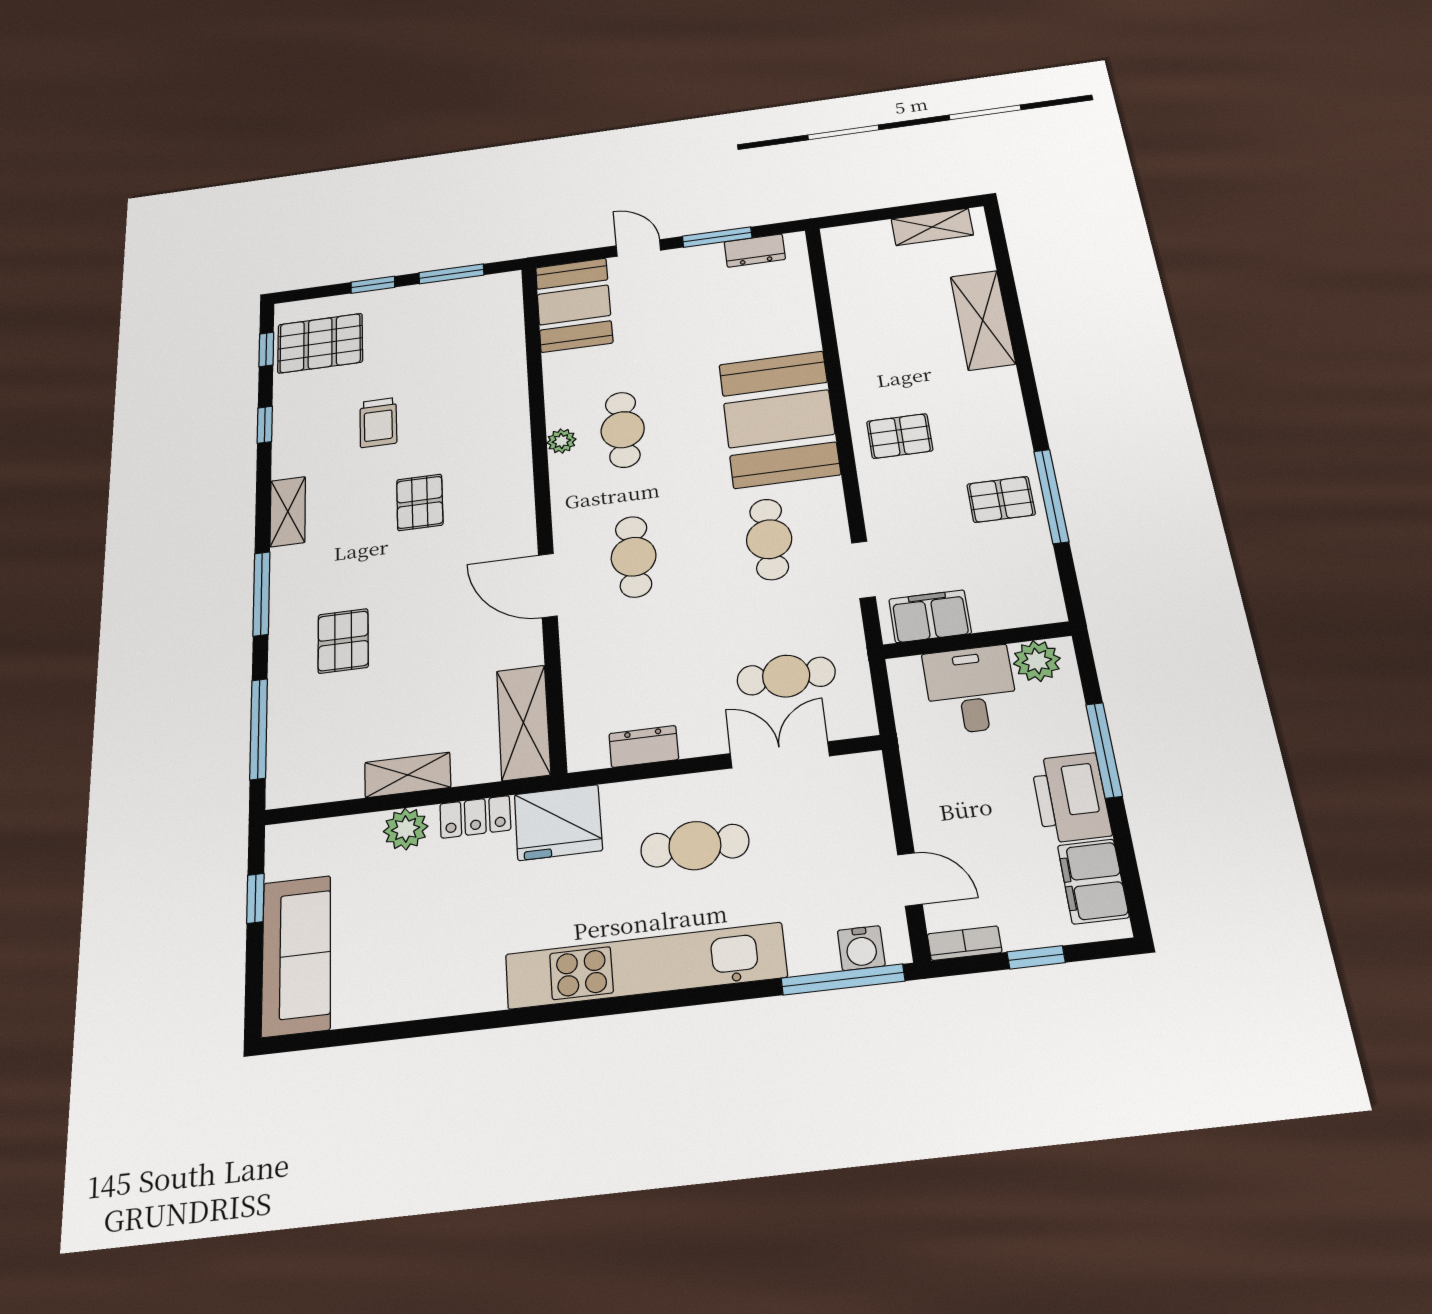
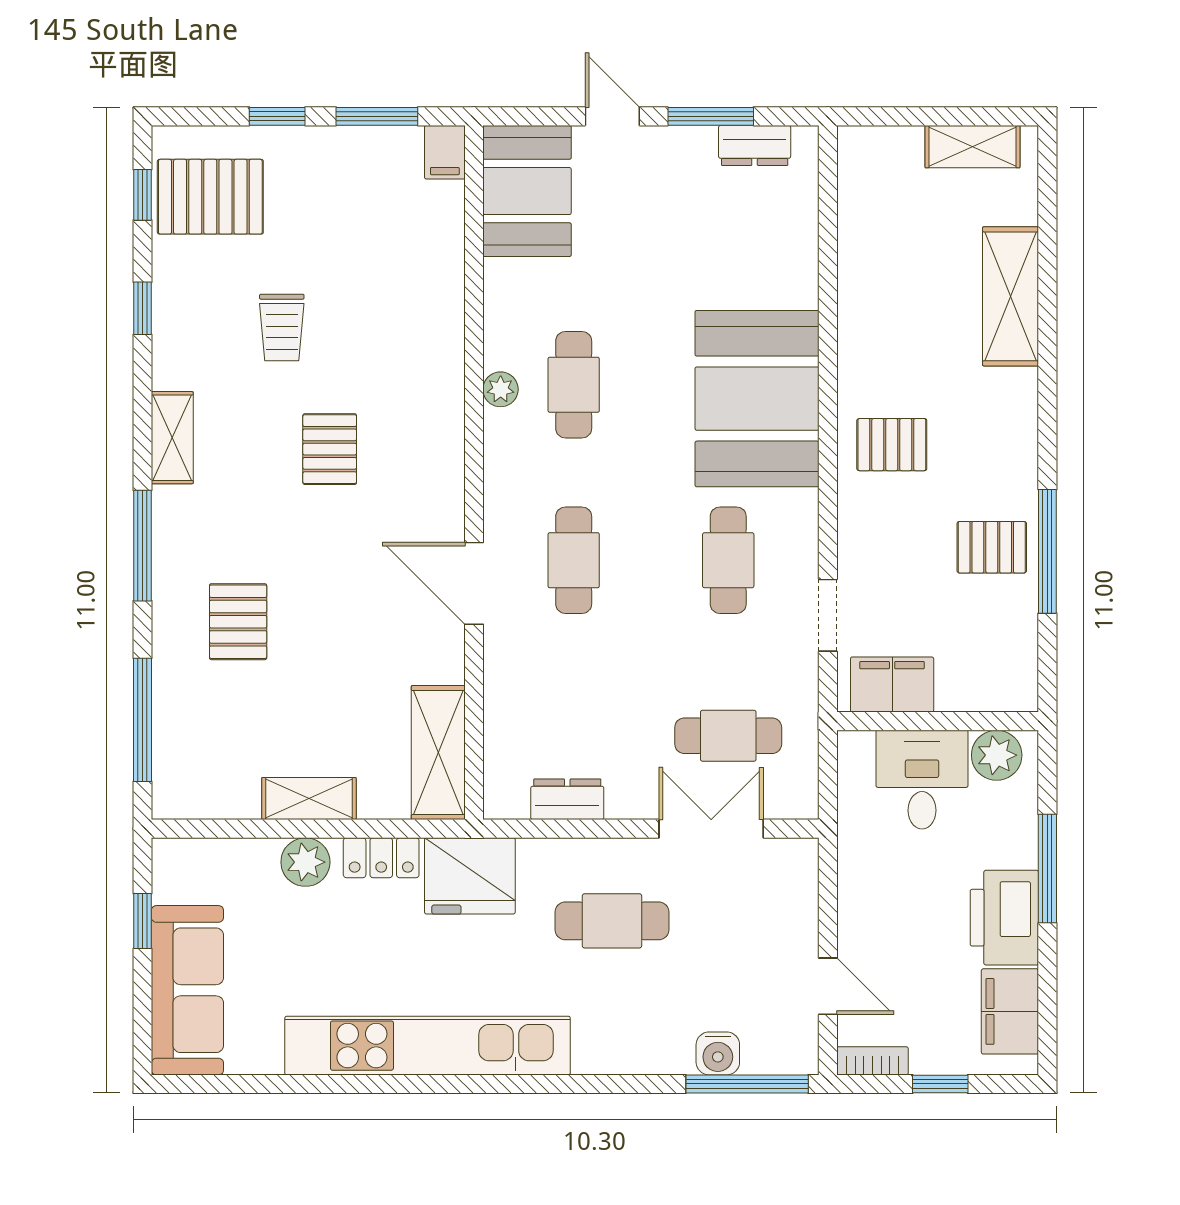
filing cabinet: (506, 289) -> (445, 152), added
water cooler: (861, 948) -> (718, 1053), moved
kitchen unit: (645, 966) -> (428, 1046), moved

